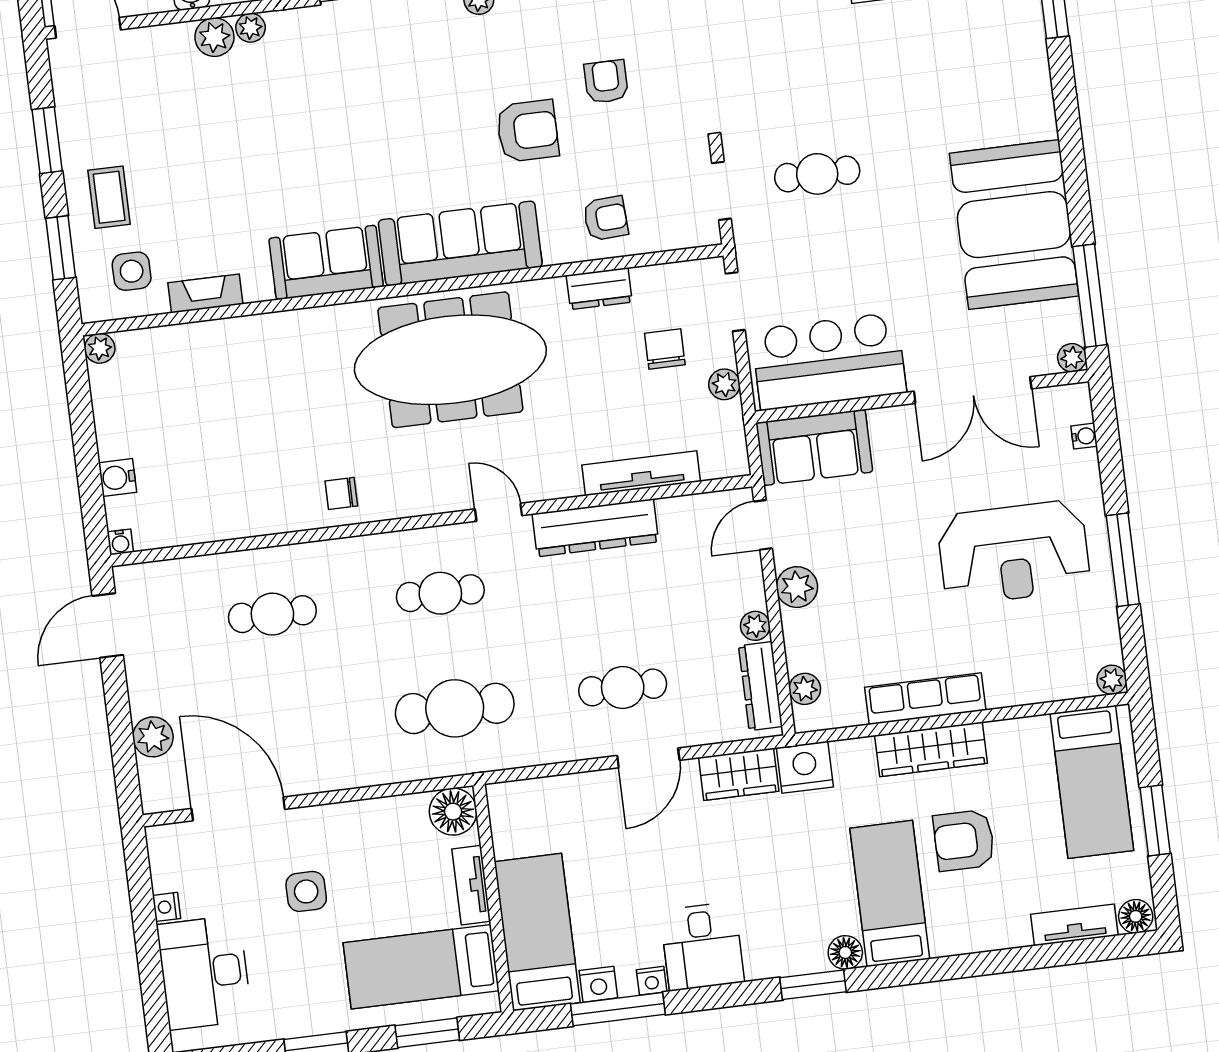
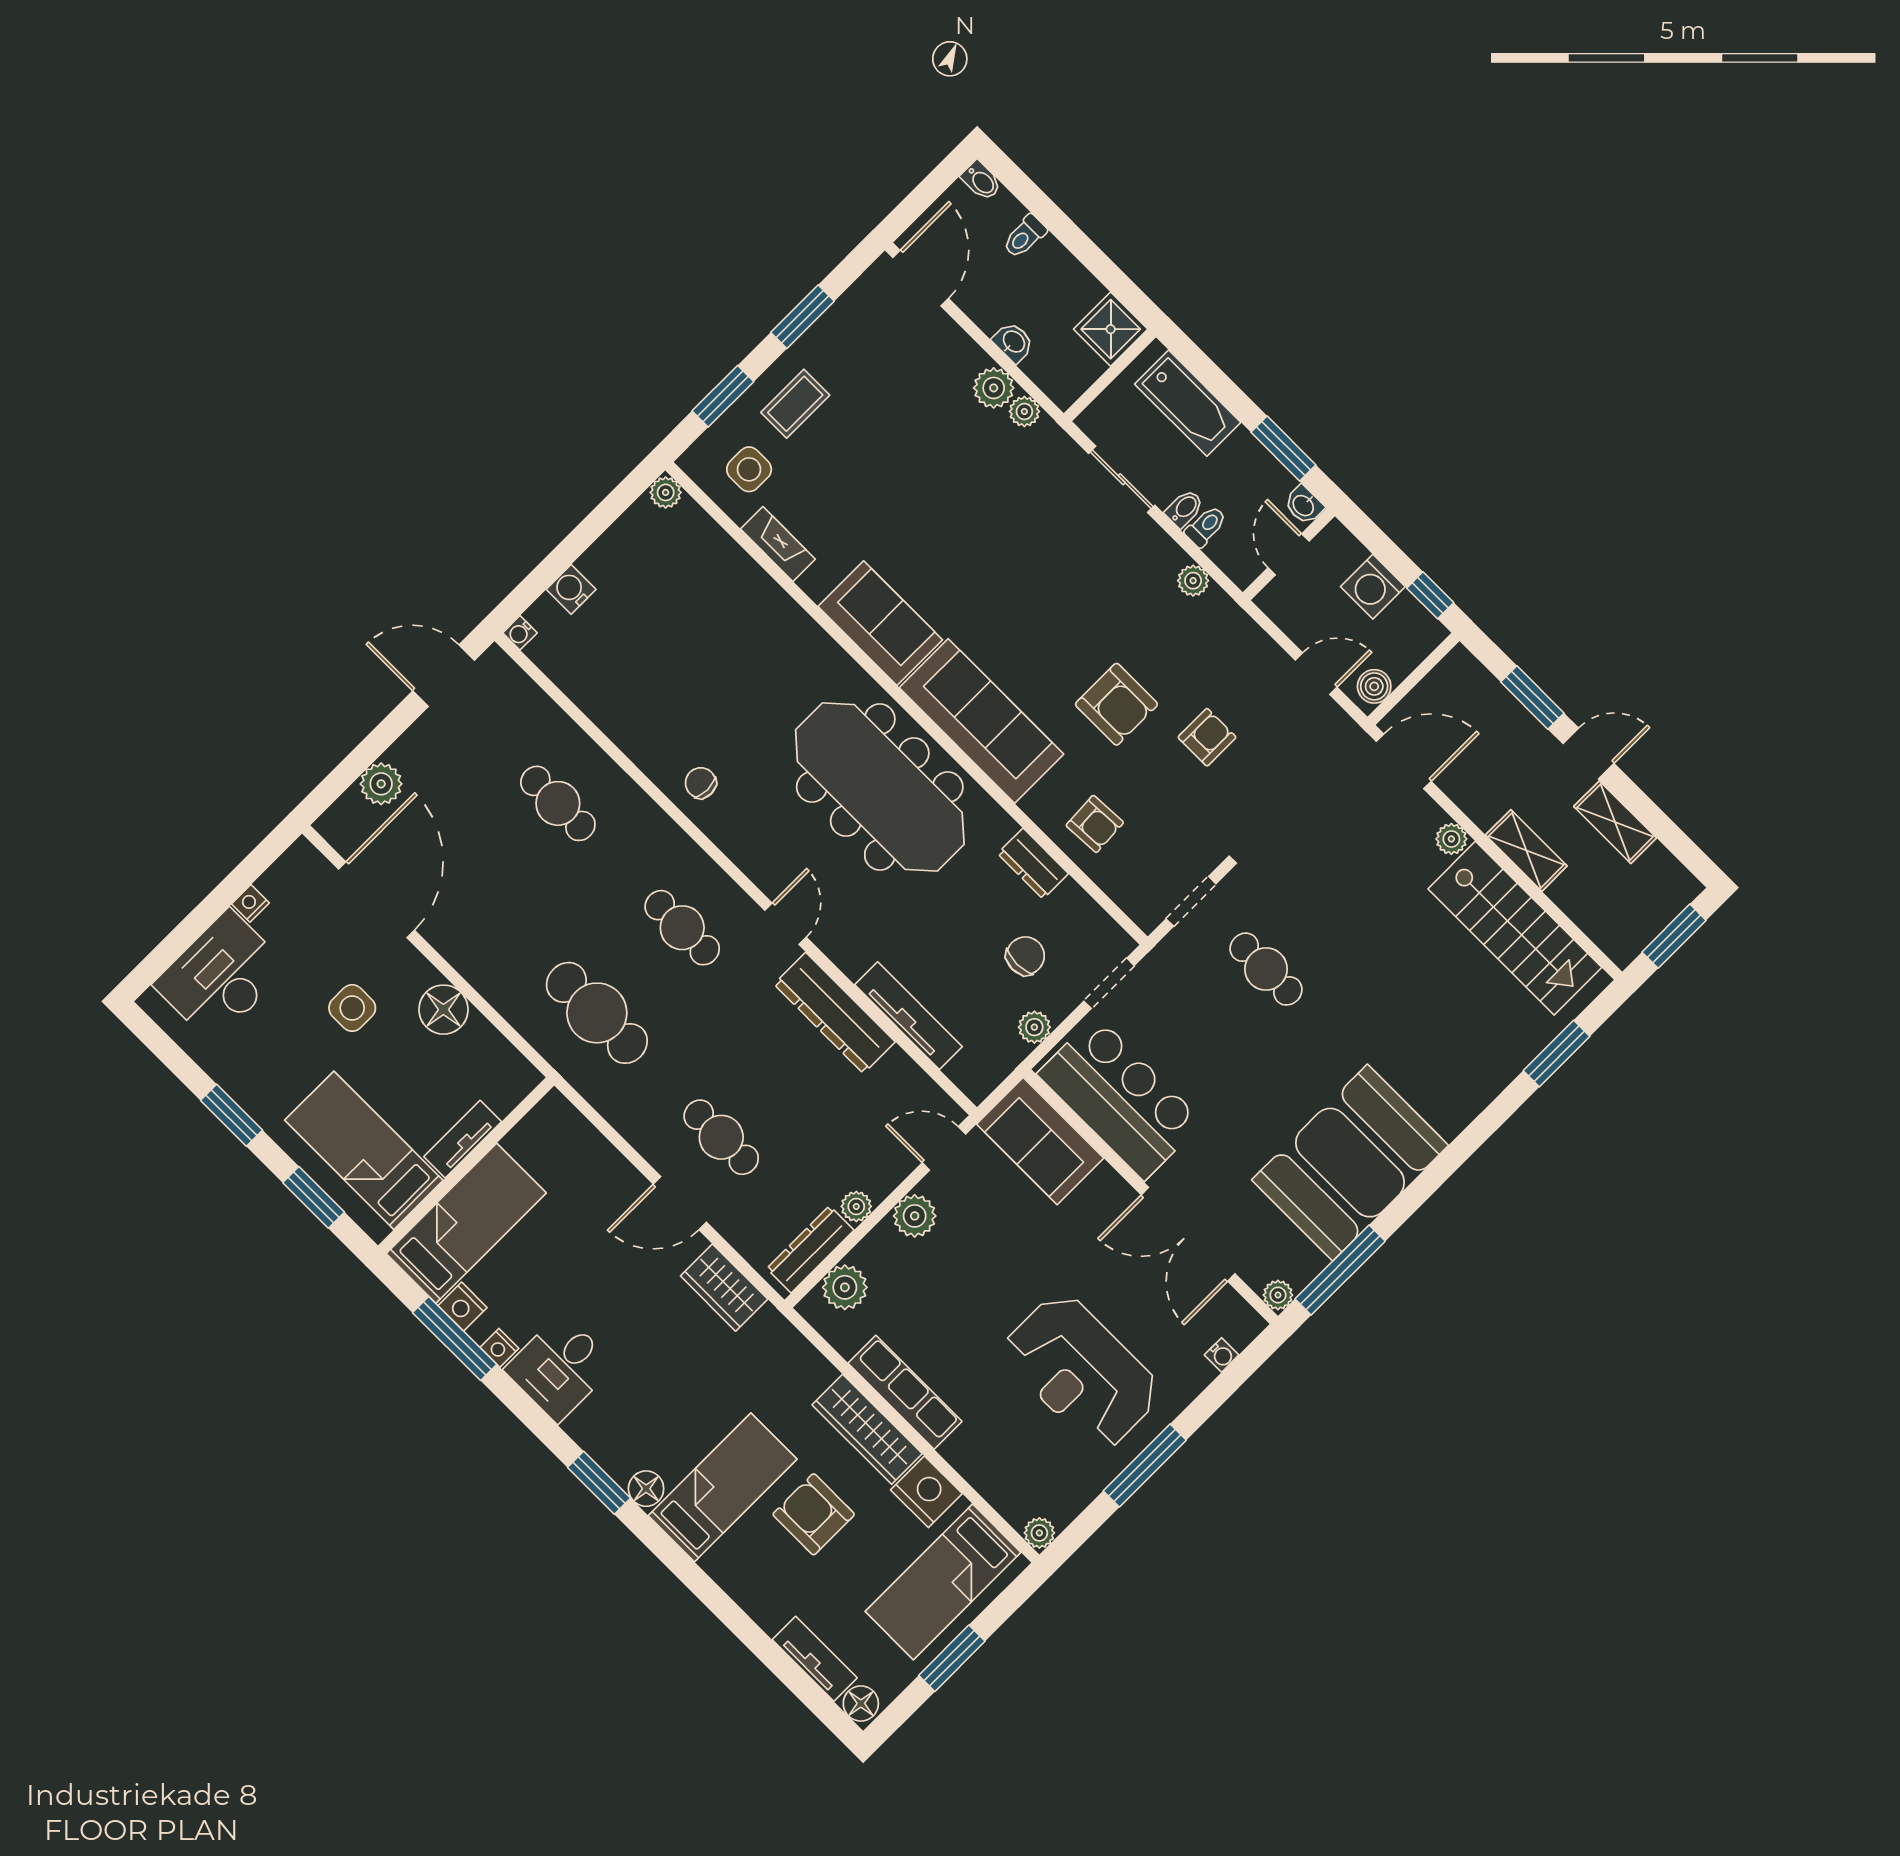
plant: (805, 689) -> (845, 1287), width x1.38, depth x1.38
nightstand: (805, 767) -> (926, 1492), moved
floor lamp: (453, 812) -> (443, 1010), moved

